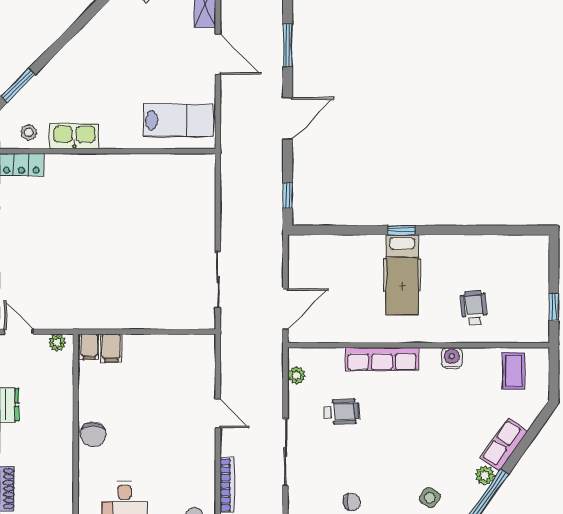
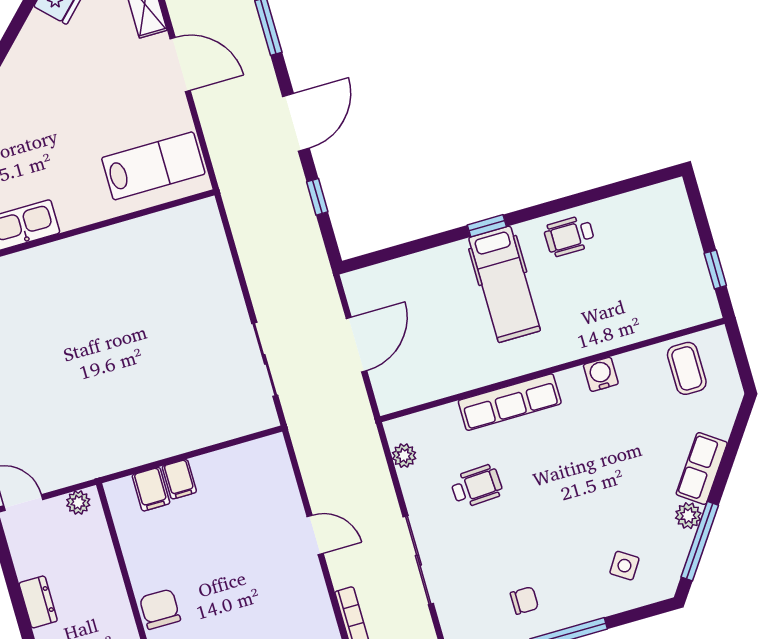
window: (288, 196) -> (317, 197), moved
wheelchair: (474, 308) -> (569, 236), moved, turned -85
door: (285, 309) -> (356, 345), moved
filing cabinet: (89, 347) -> (179, 479), moved
chair: (93, 434) -> (160, 609), turned 180

